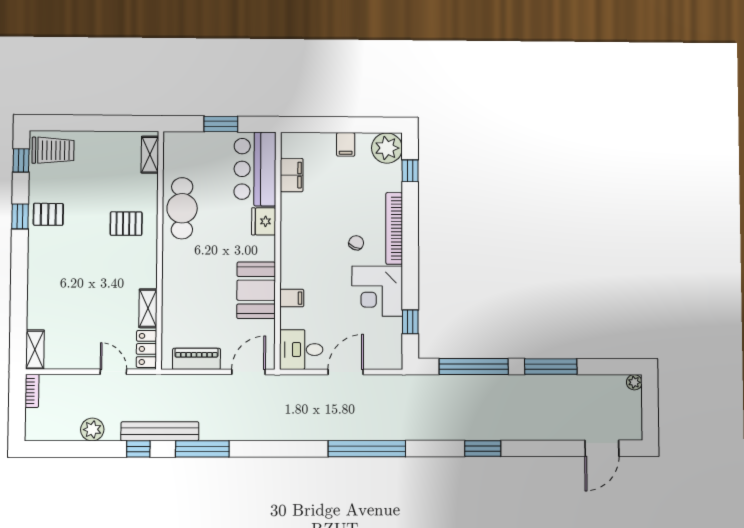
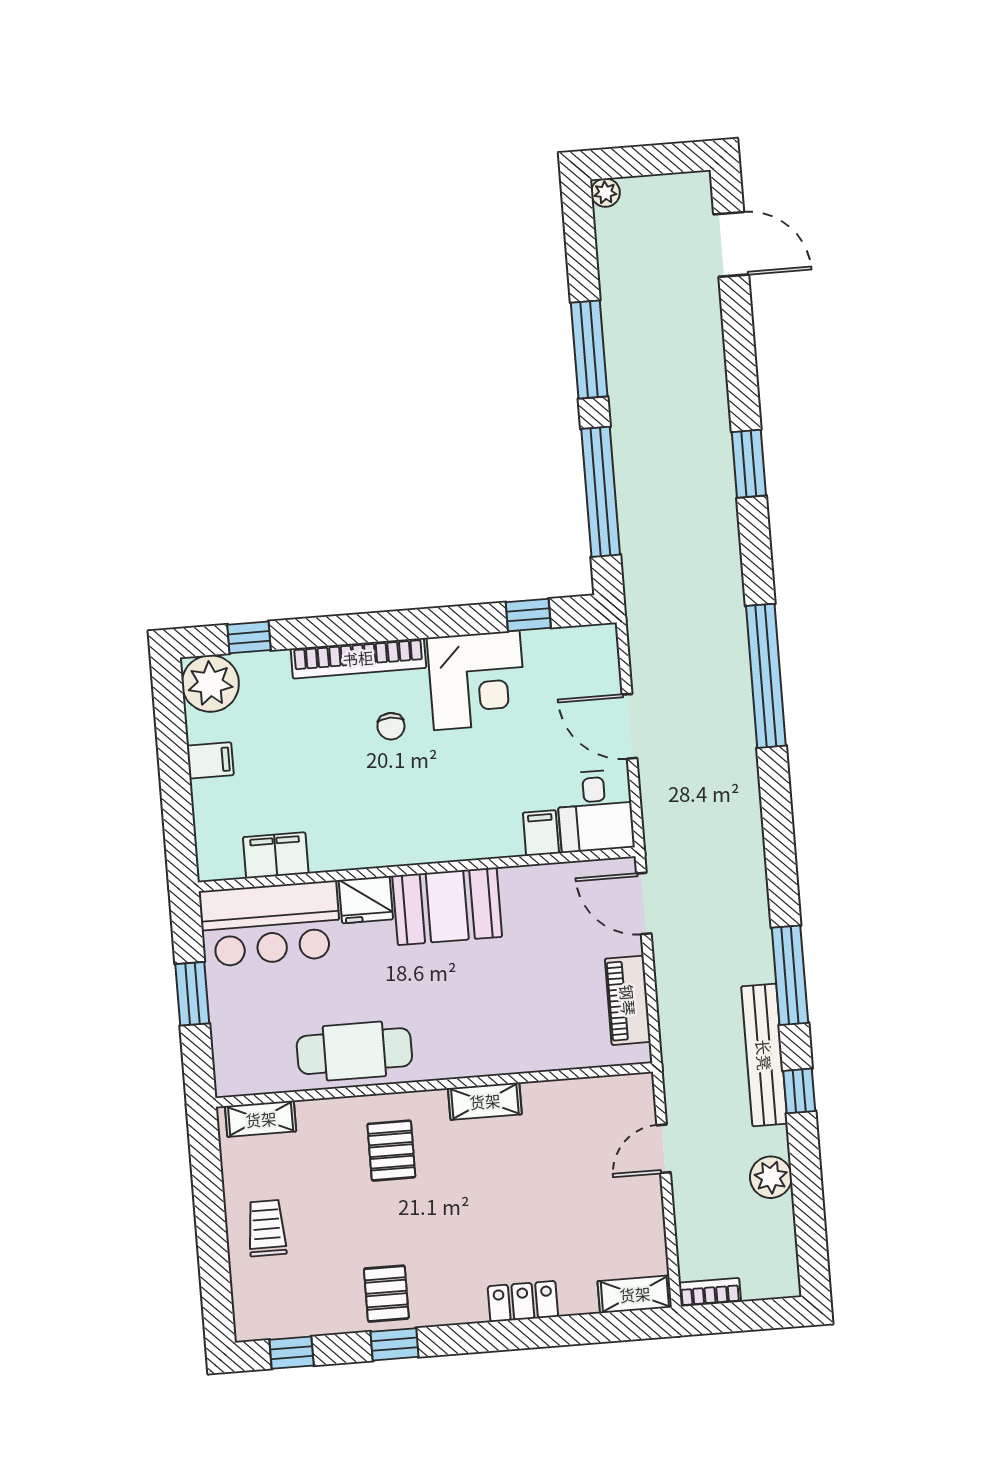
trolley: (53, 150) -> (267, 1228), moved, width x0.73, depth x0.72
chair: (356, 243) -> (391, 726), turned -113
booth: (256, 290) -> (447, 906), moved
filing cabinet: (292, 298) -> (541, 833), moved
shelving: (148, 308) -> (485, 1101), moved
locker: (146, 349) -> (523, 1301), moved, turned 180

